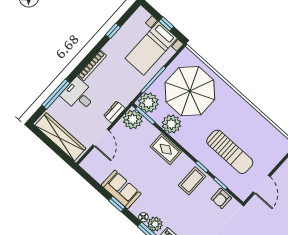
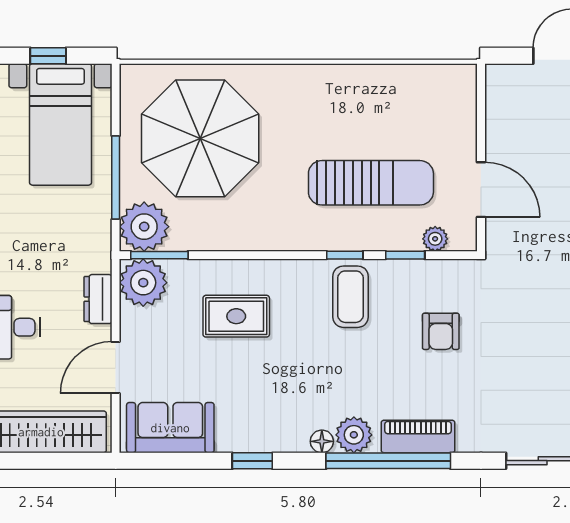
plant: (171, 124) -> (435, 239), moved, width x0.53, depth x0.53
door: (101, 138) -> (116, 367), swing flipped
rug: (166, 149) -> (236, 316), moved
sofa: (121, 189) -> (170, 428), moved
armchair: (221, 198) -> (441, 331), moved

